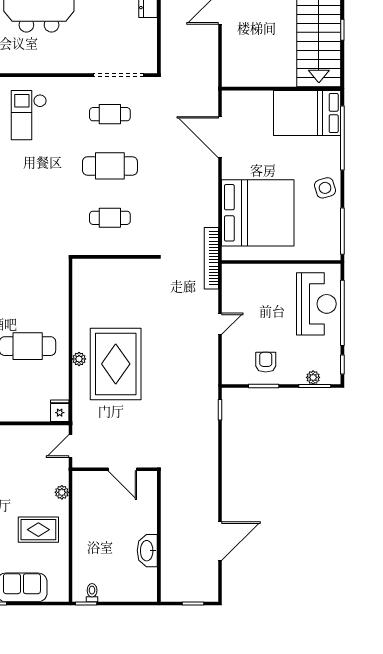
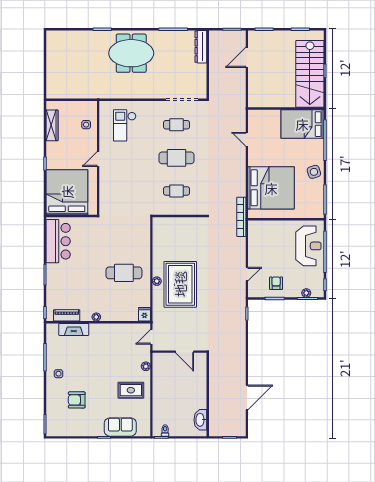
door: (220, 137) -> (247, 139), width x0.53
door: (220, 324) -> (247, 274), moved
washbasin: (147, 551) -> (200, 420), moved

